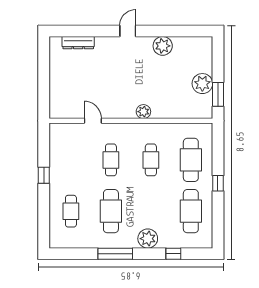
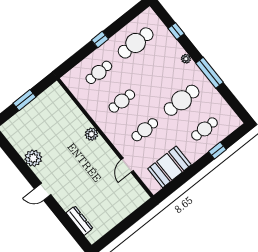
plant: (202, 84) -> (37, 108), removed
window: (218, 94) -> (25, 100), moved
booth: (63, 156) -> (170, 167), added
cafe table: (191, 160) -> (99, 72), width x0.73, depth x0.74
window: (44, 175) -> (217, 151), moved
plant: (148, 239) -> (186, 59), width x0.53, depth x0.53

